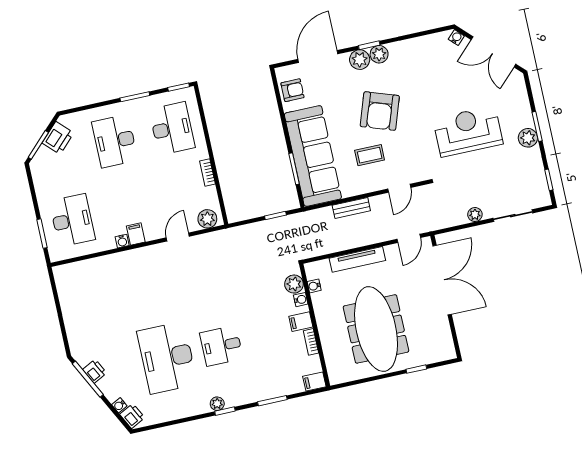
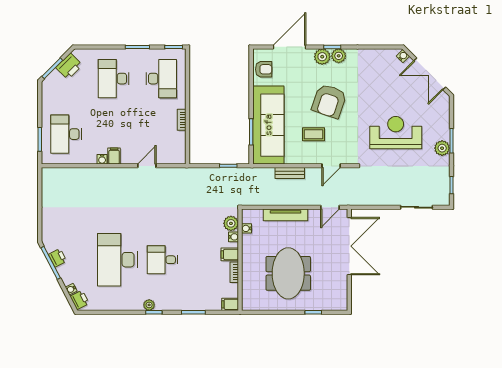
plant: (475, 215) -> (387, 200), removed
plant: (207, 219) -> (174, 157), removed
desk: (72, 220) -> (66, 134), turned 180
meeting table: (376, 329) -> (288, 273), width x0.73

